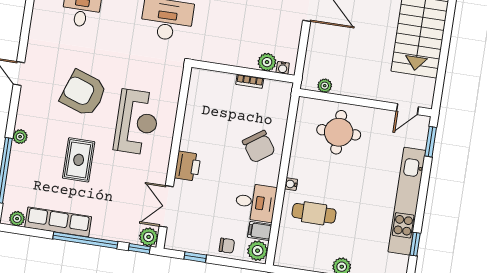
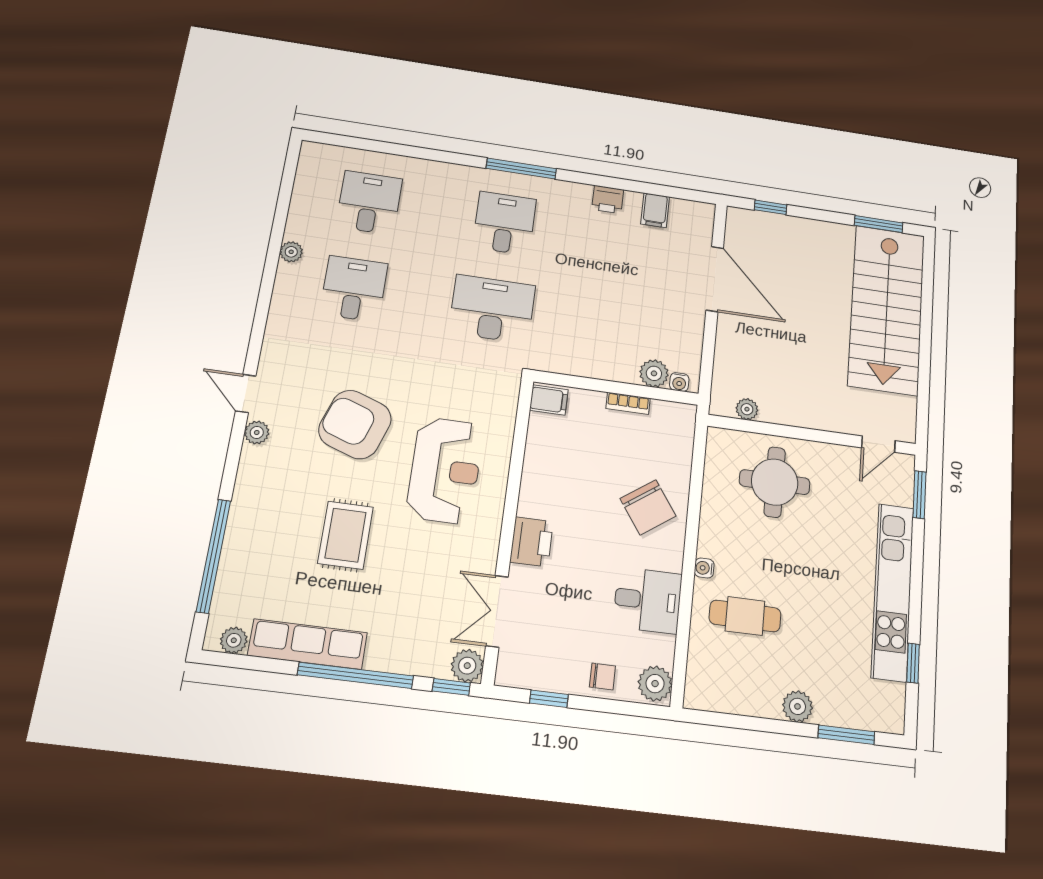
plant: (20, 137) -> (257, 432), moved
filing cabinet: (260, 231) -> (549, 400), moved, turned 180

